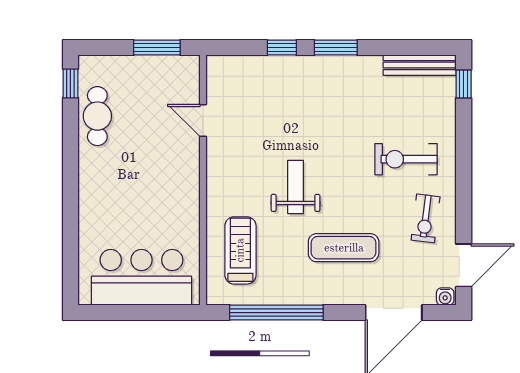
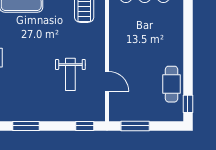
window: (282, 47) -> (85, 126), moved
weight bench: (296, 187) -> (70, 74), moved

